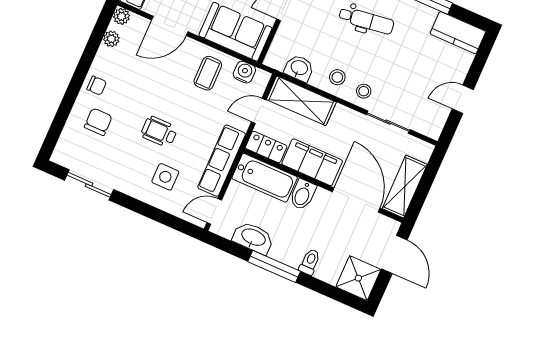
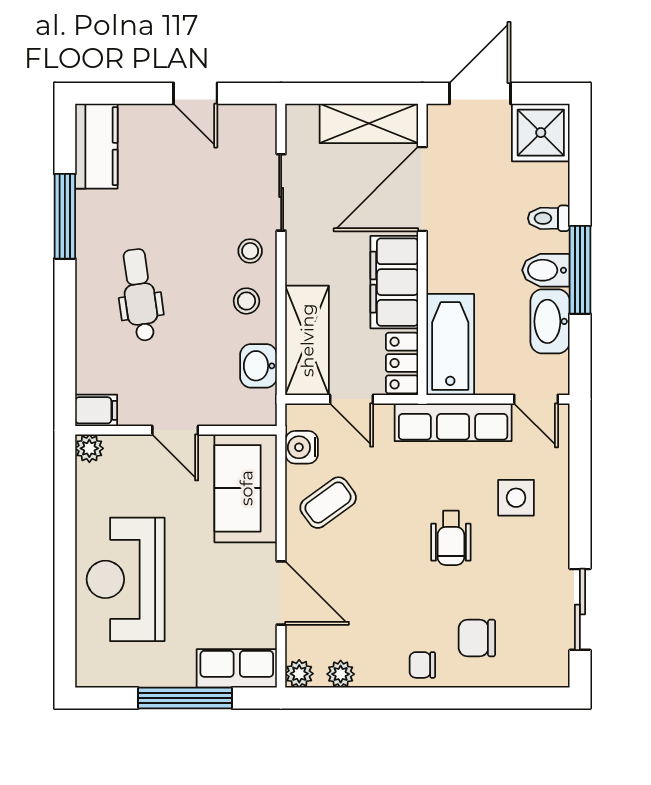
coffee table: (208, 73) -> (328, 503), turned -36
chair: (97, 86) -> (422, 665), turned -90
bidet: (303, 194) -> (546, 270), moved, turned 180

